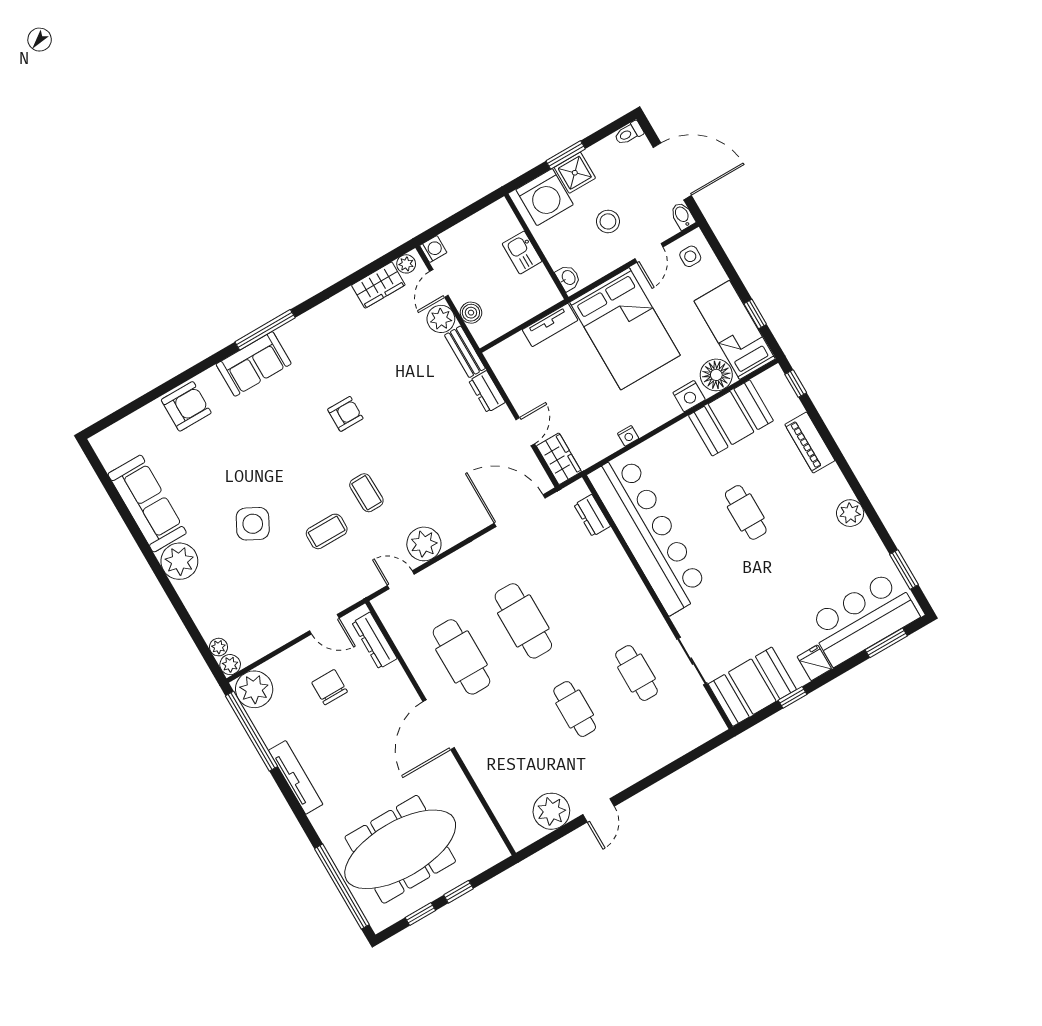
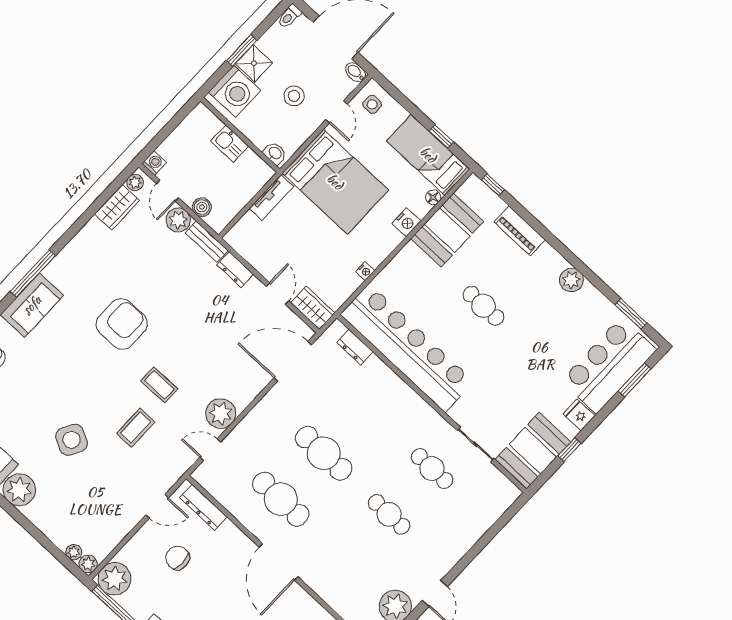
floor lamp: (716, 375) -> (433, 197), width x0.53, depth x0.53
armchair: (345, 414) -> (122, 324), width x1.88, depth x1.88

